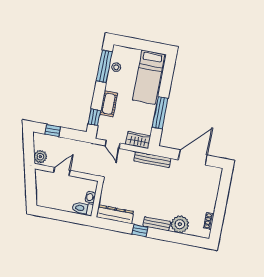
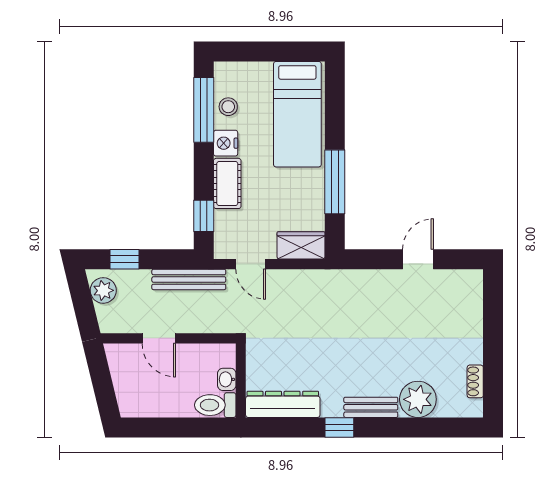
nightstand: (112, 84) -> (226, 143), added
plant: (40, 157) -> (103, 290), moved
door: (193, 157) -> (418, 259), width x0.53
bench: (152, 160) -> (189, 279), moved
door: (62, 171) -> (159, 338), swing flipped

